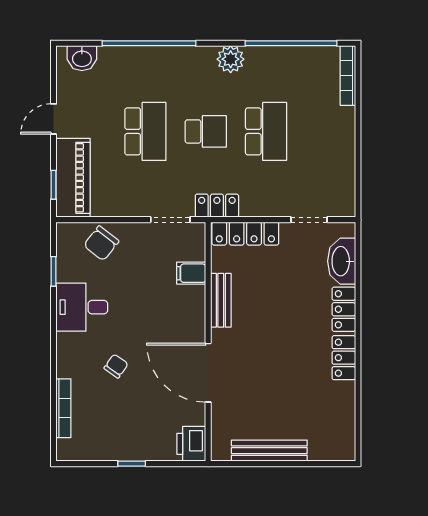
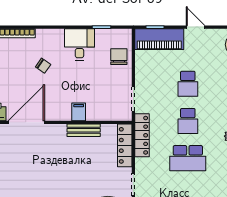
school desk: (145, 131) -> (188, 84), width x0.54
locker: (217, 206) -> (142, 135), width x1.53
chair: (101, 243) -> (119, 57), turned 52
filing cabinet: (191, 273) -> (79, 112), moved
door: (208, 373) -> (26, 122), moved

